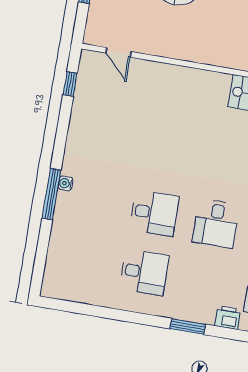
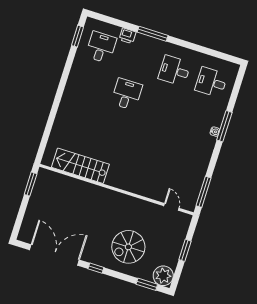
window: (70, 84) -> (204, 192), width x2.17
desk: (154, 213) -> (211, 82), moved
window: (188, 326) -> (153, 34), width x1.44

